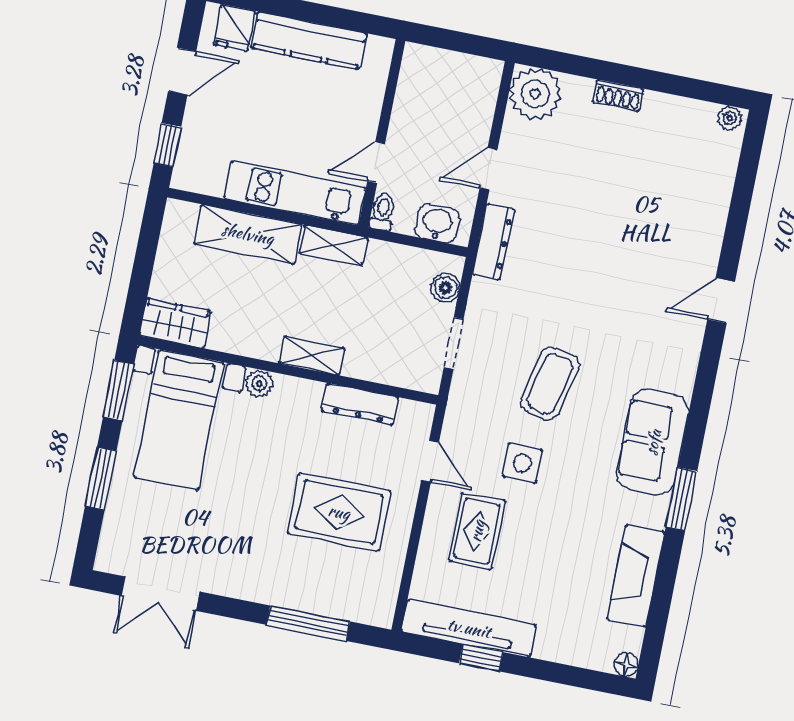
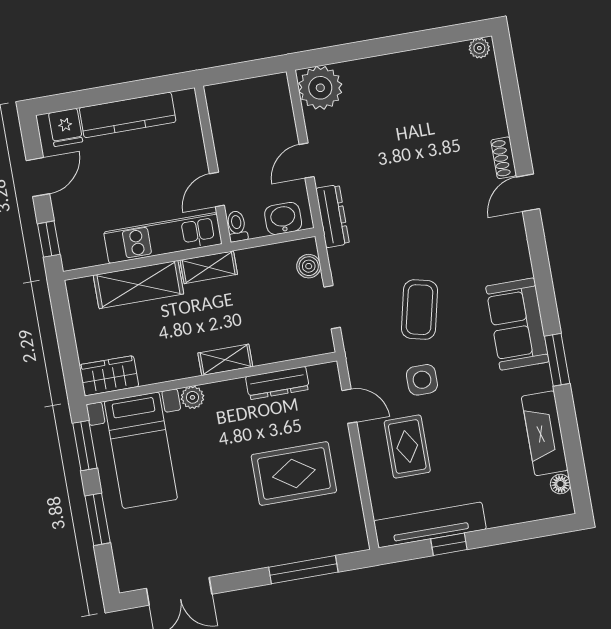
shoe rack: (618, 95) -> (504, 158), moved, turned 90
floor lamp: (626, 665) -> (560, 484), moved

